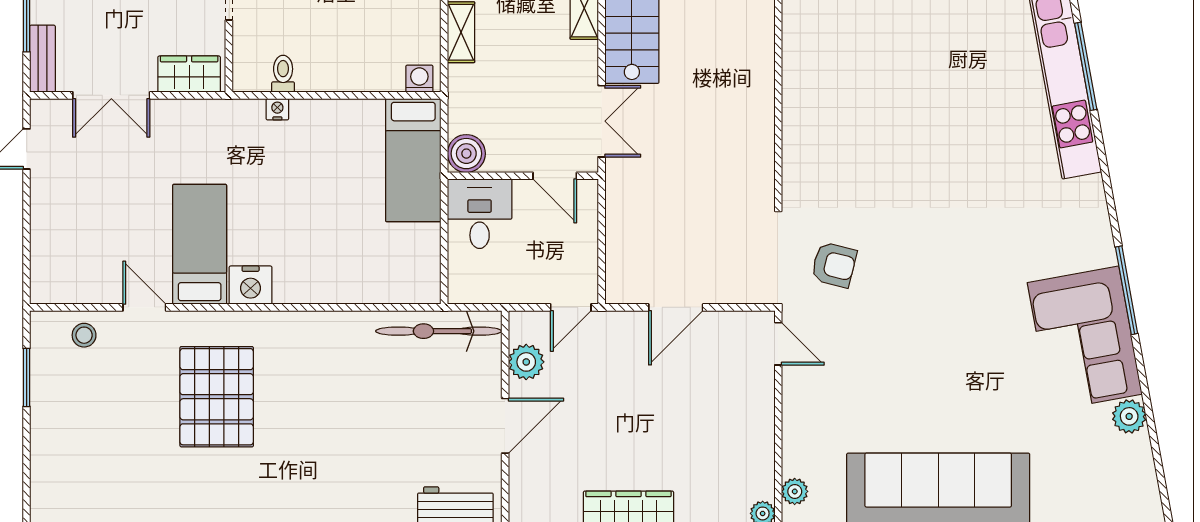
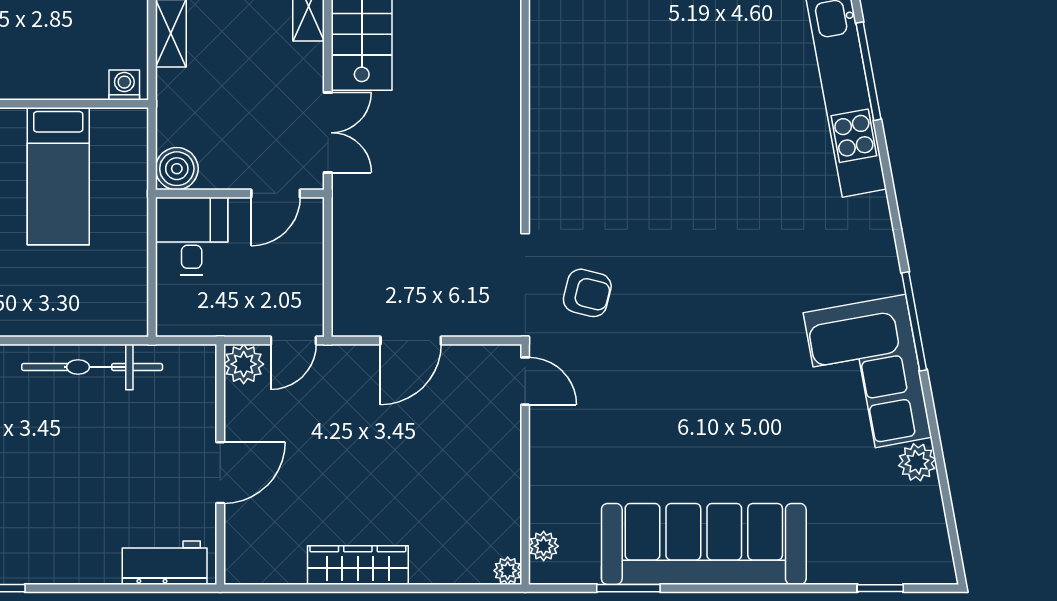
bed: (413, 160) -> (58, 176), moved
door: (555, 176) -> (276, 193), hinge flipped
bicycle: (439, 331) -> (92, 367), moved
plant: (526, 362) -> (244, 364), moved

